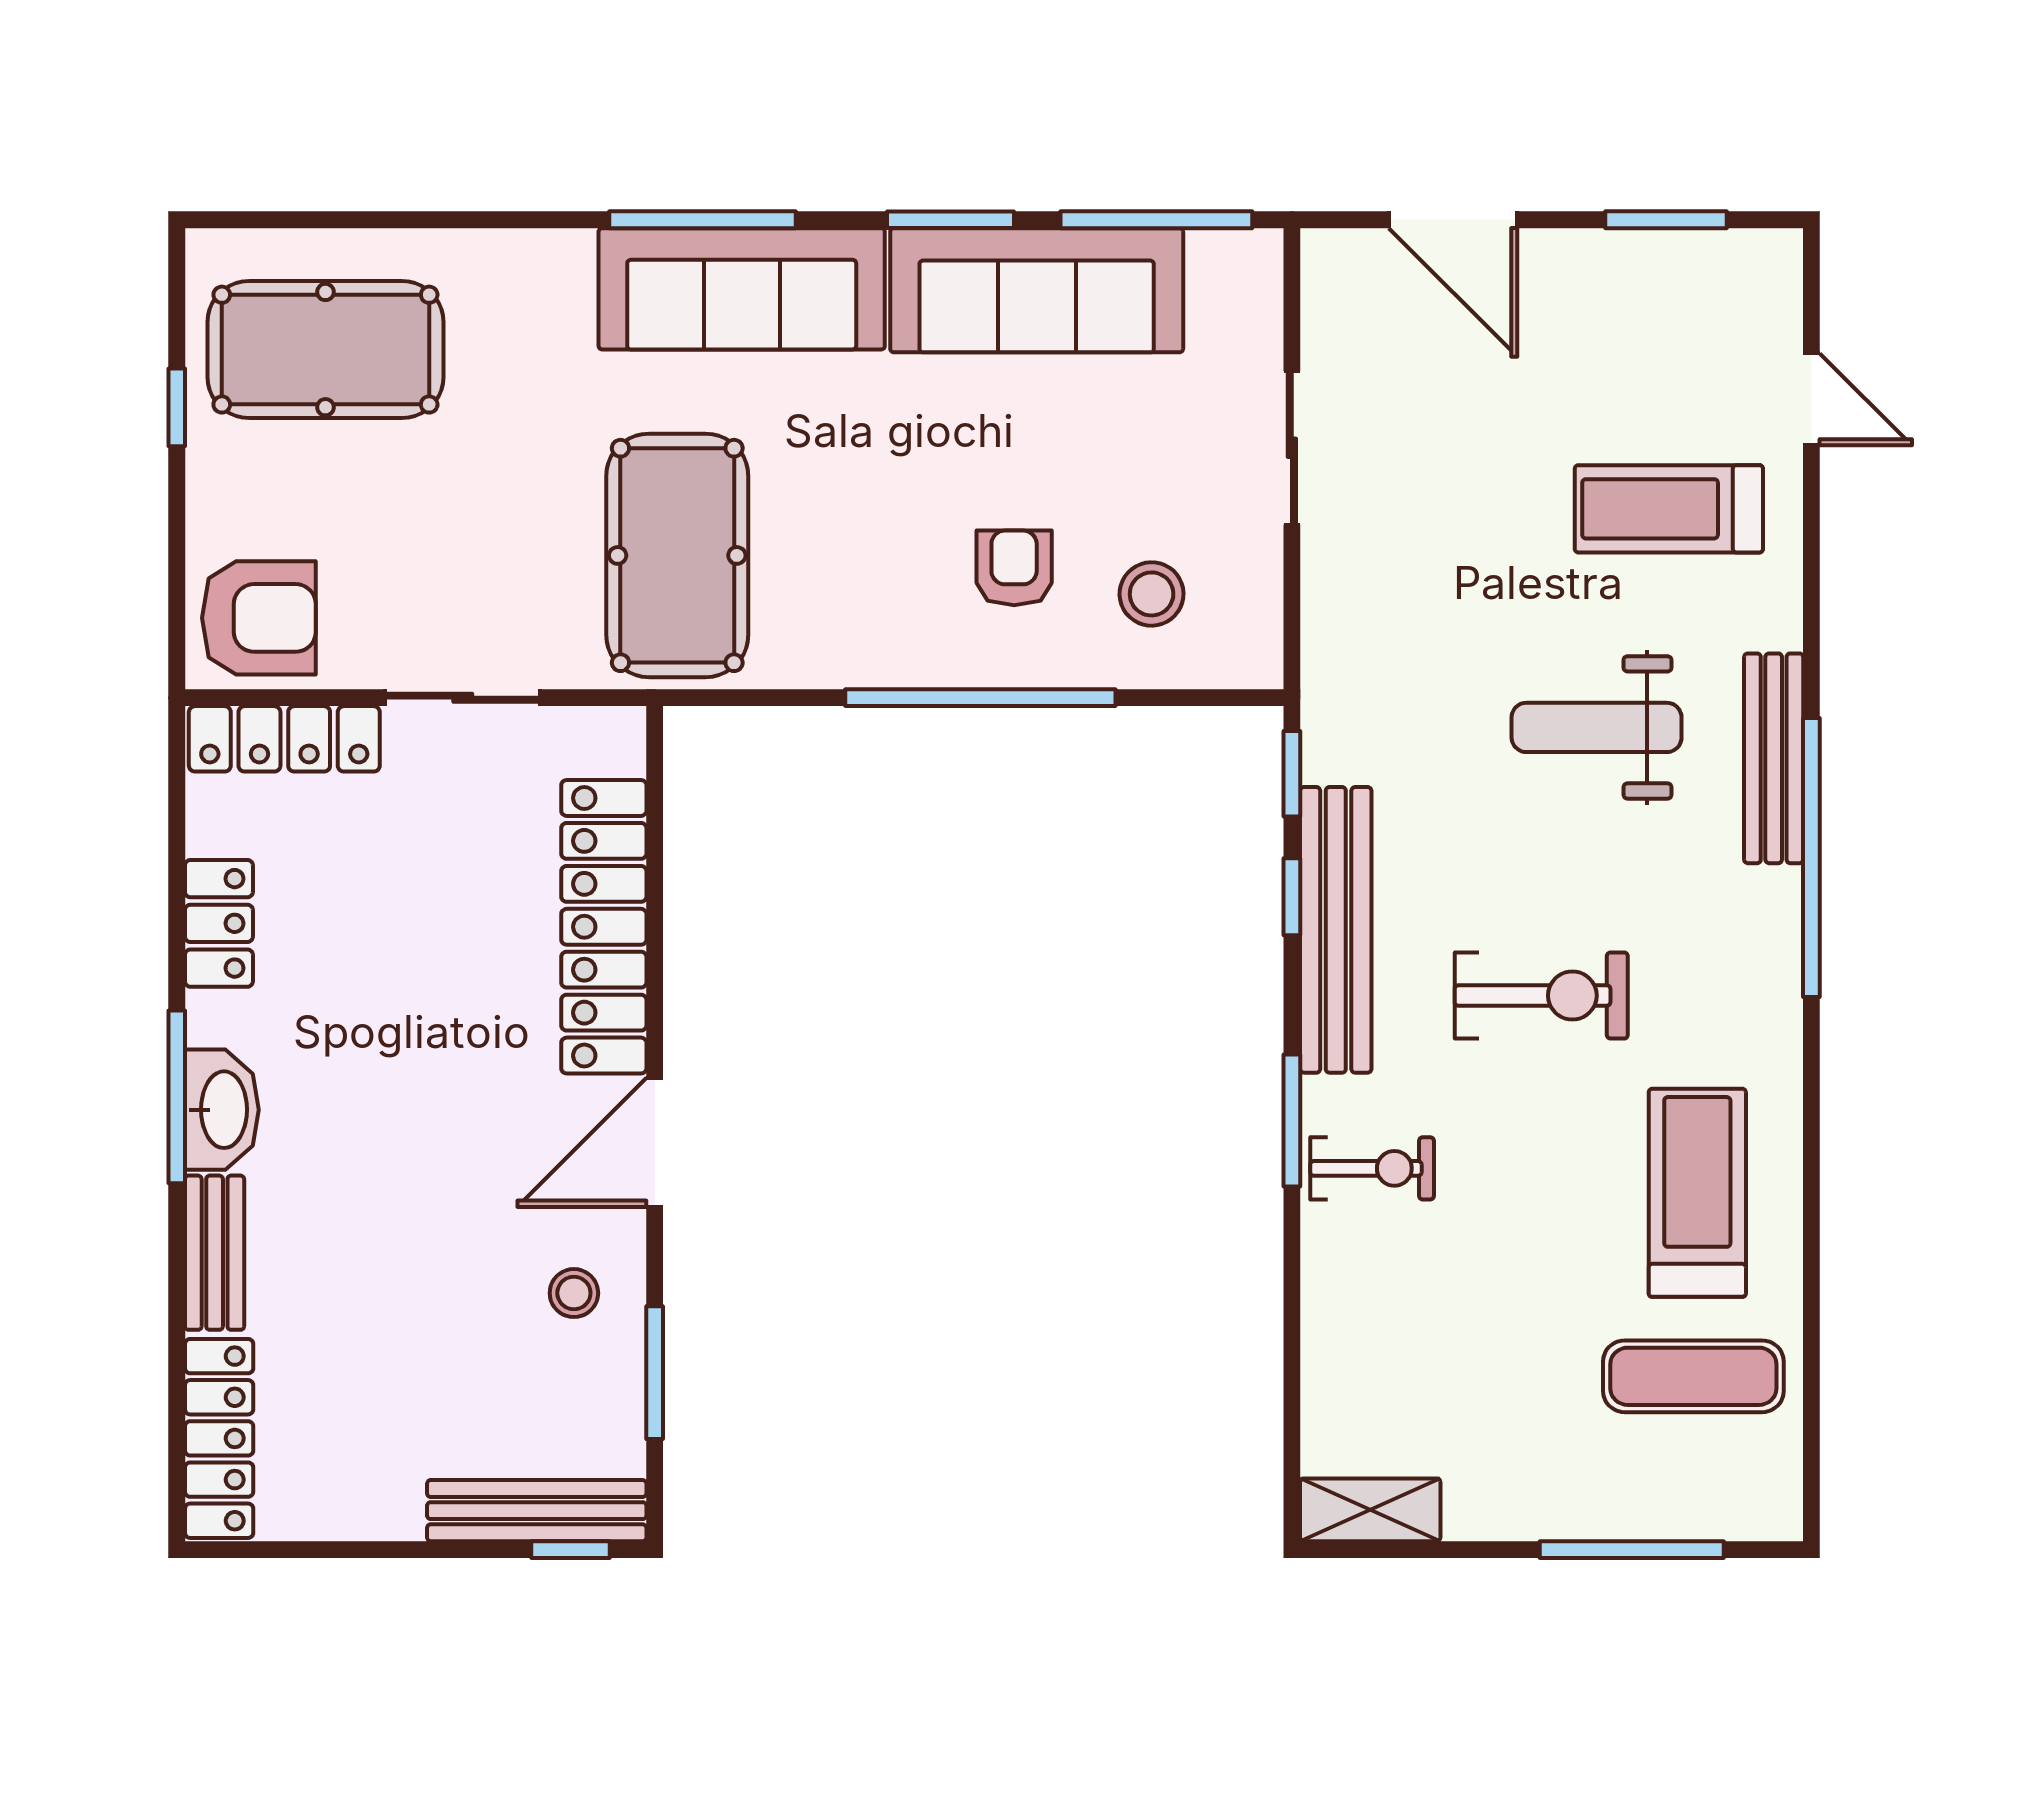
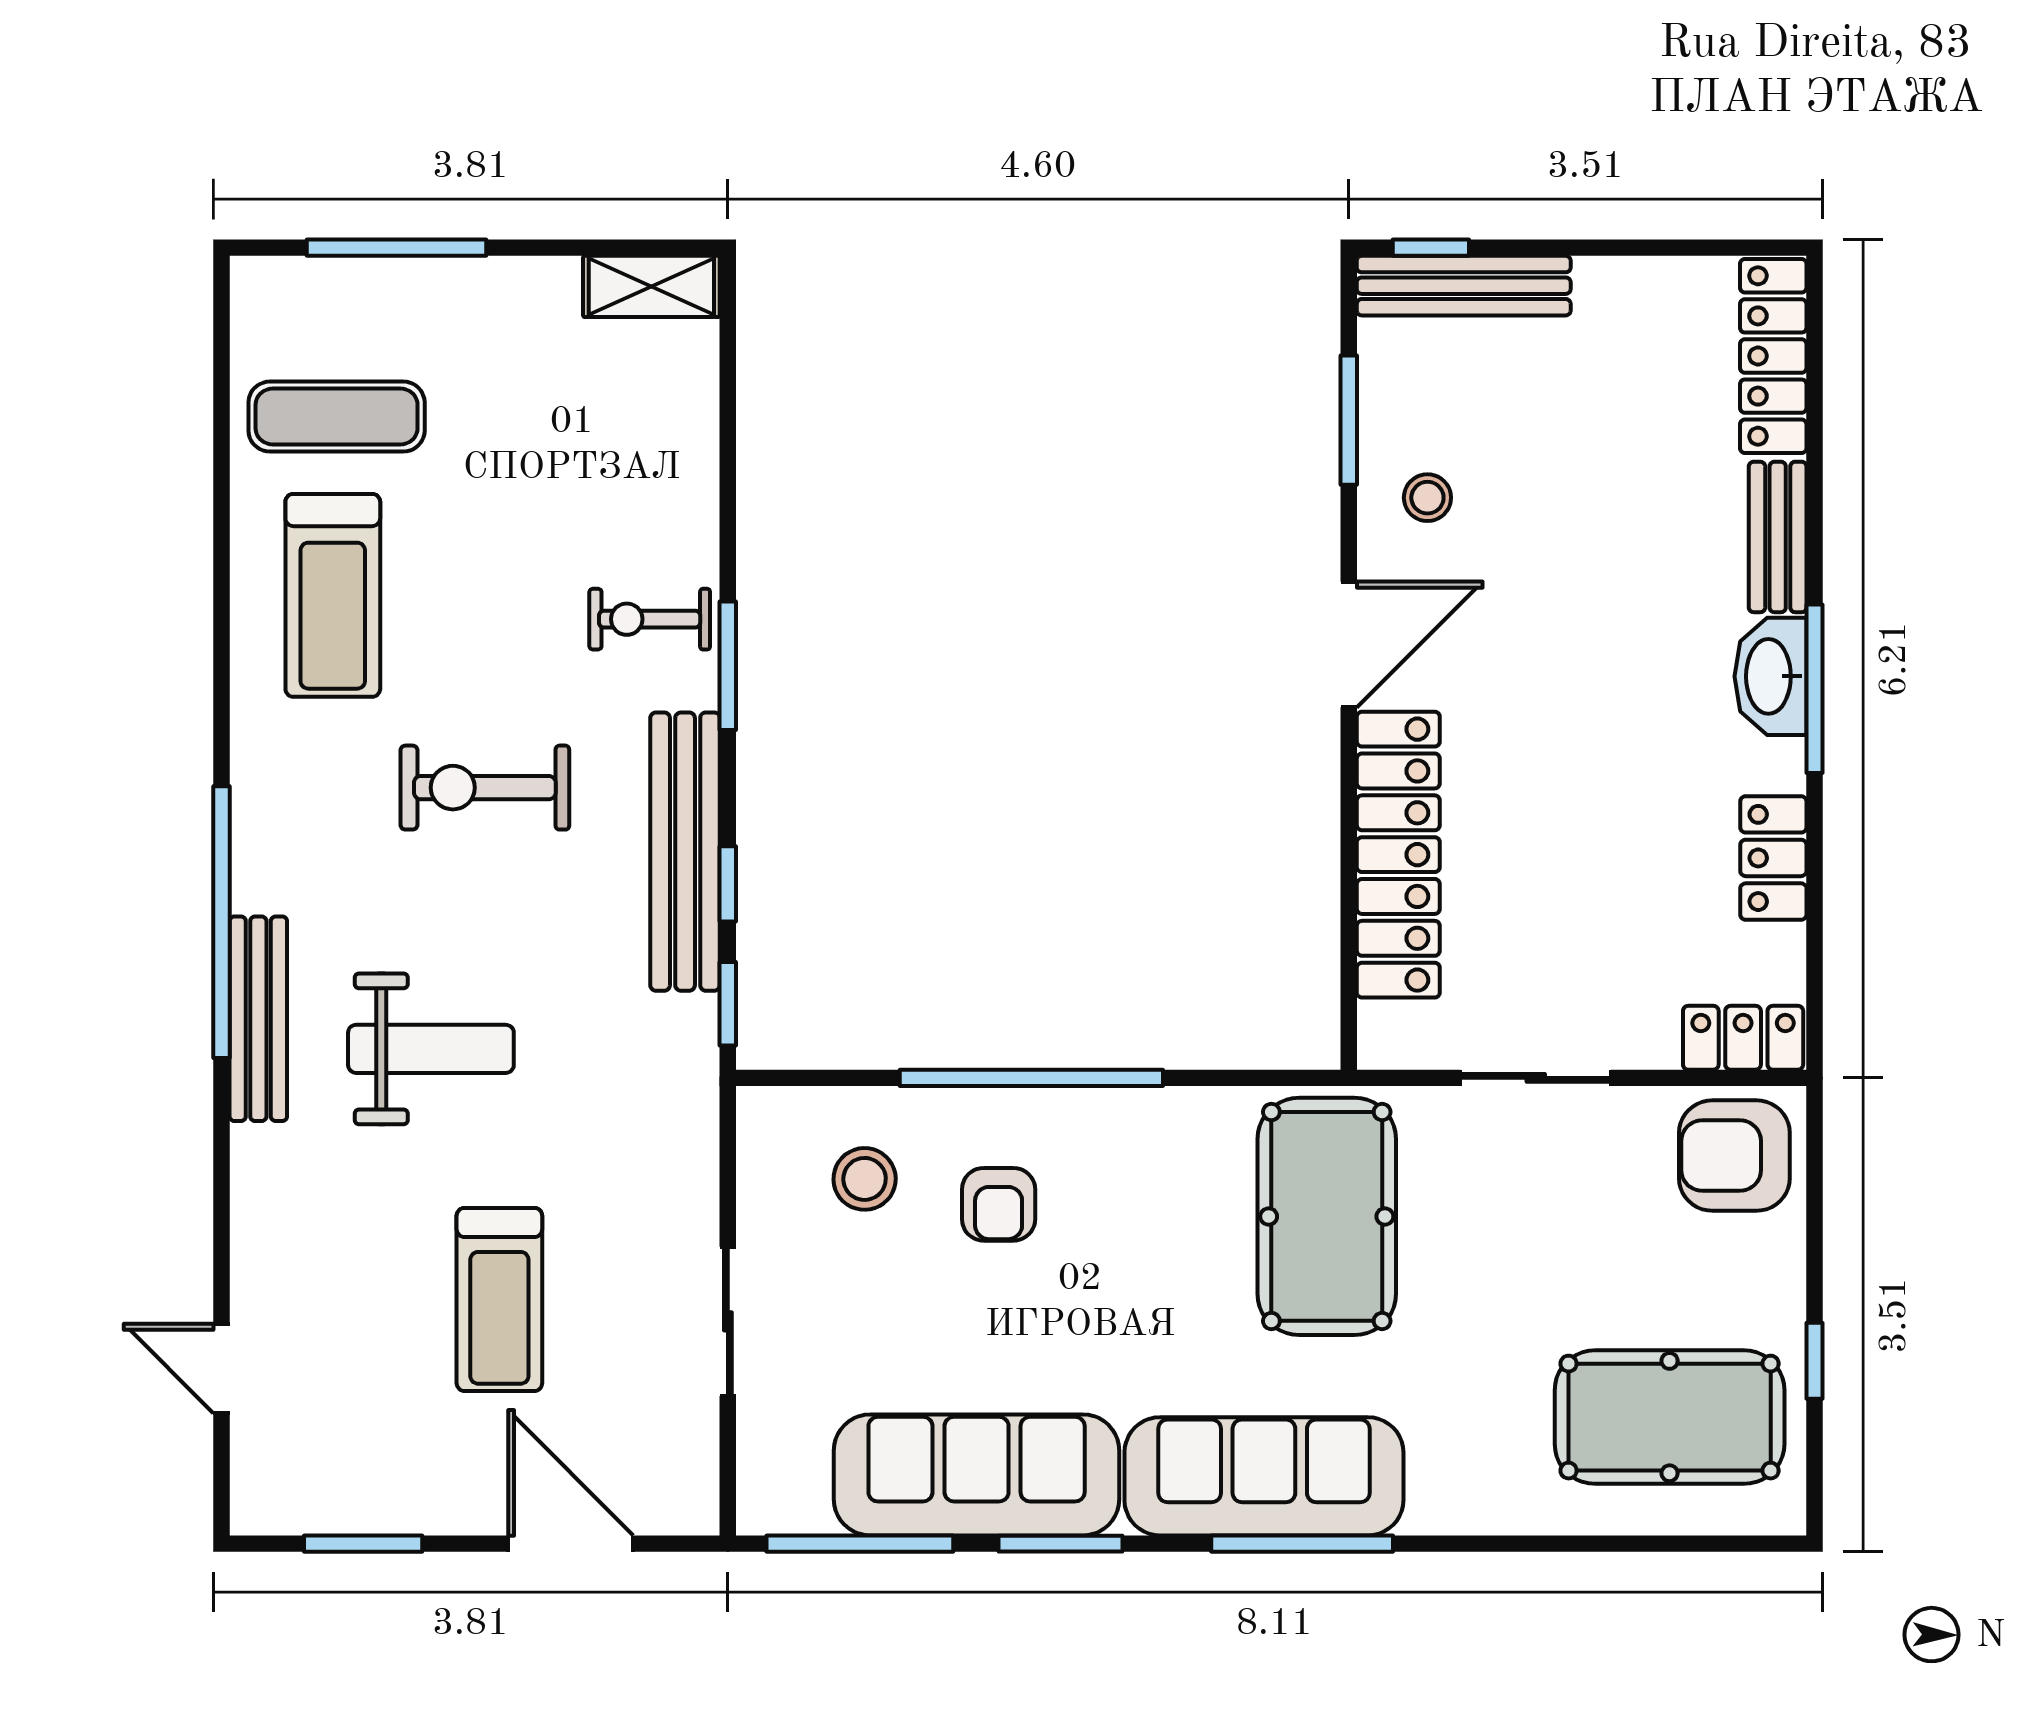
treadmill: (1669, 509) -> (499, 1300), moved, turned 90
locker: (284, 739) -> (1743, 1038), width x0.66

